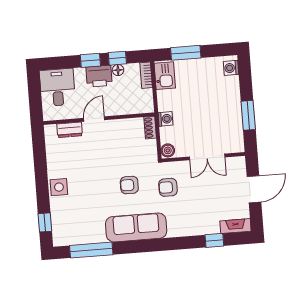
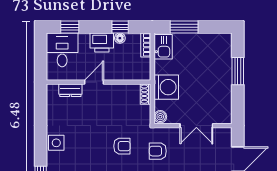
window: (90, 60) -> (70, 27), moved
washing machine: (231, 68) -> (225, 44), removed
window: (248, 115) -> (238, 71), moved
washing machine: (165, 119) -> (166, 87), width x1.89, depth x1.89
armchair: (129, 185) -> (122, 146), turned 180

